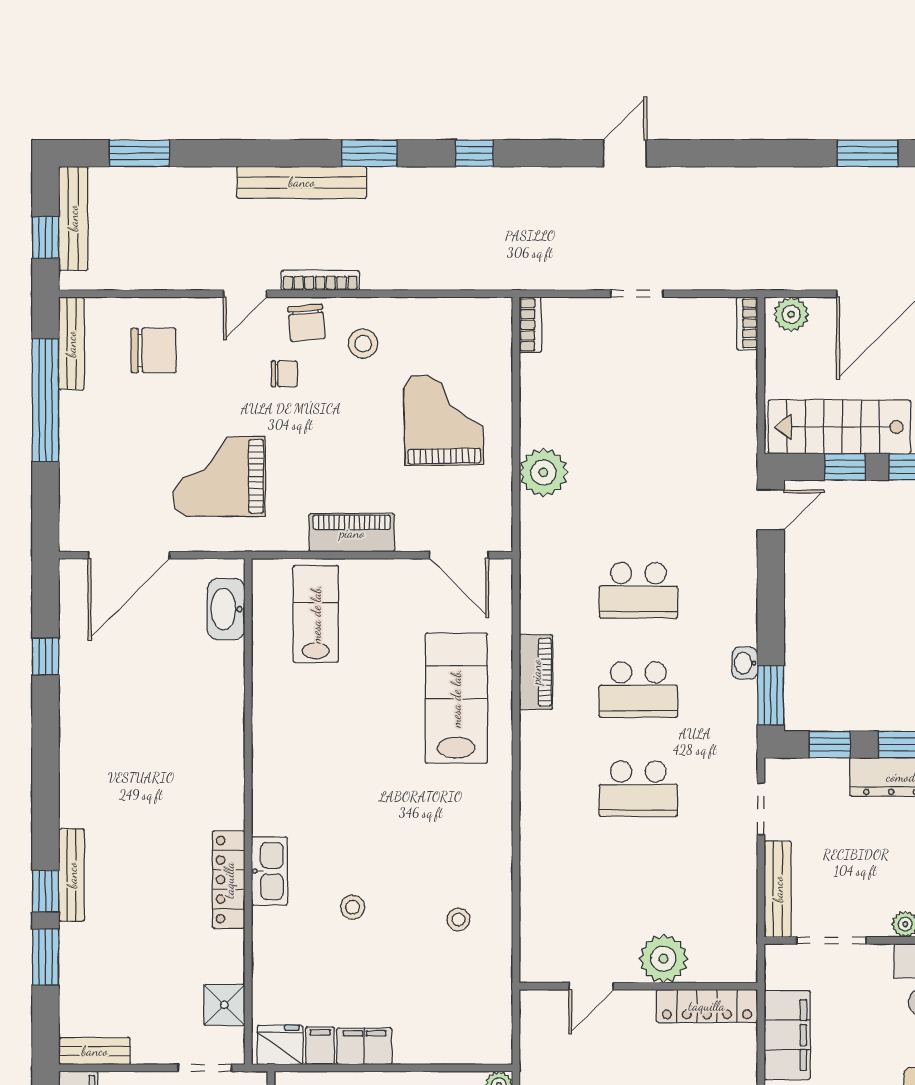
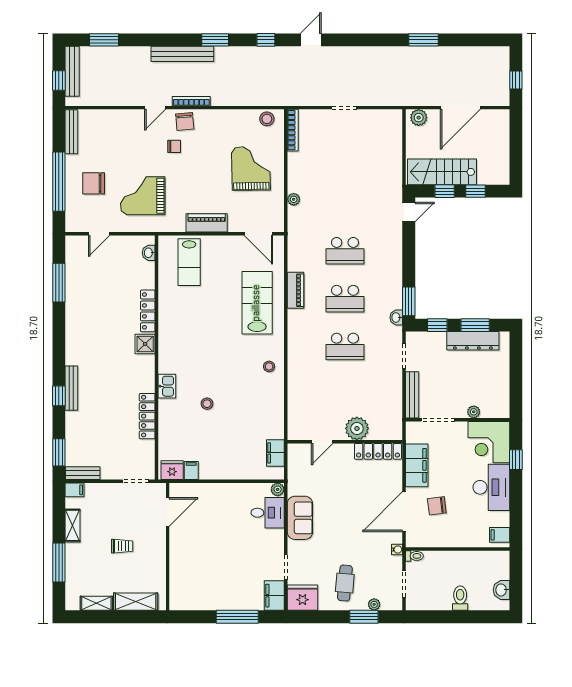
door: (625, 153) -> (311, 40), moved
window: (868, 153) -> (424, 40), moved
bookcase: (747, 323) -> (397, 122), removed
bookcase: (530, 325) -> (293, 130), width x1.56
stool: (363, 344) -> (267, 119), moved
chair: (154, 350) -> (94, 183), moved, turned 180
window: (46, 400) -> (59, 182), moved
plant: (543, 472) -> (294, 199), width x0.53, depth x0.53
door: (129, 555) -> (99, 234), width x0.53
washbasin: (226, 609) -> (149, 253), width x0.52, depth x0.69
lab bench: (316, 614) -> (189, 262), turned 180
window: (46, 656) -> (59, 283), width x2.17
washbasin: (745, 663) -> (396, 317), moved
locker: (230, 715) -> (148, 311), added
kitchen sink: (269, 871) -> (167, 386), width x0.73
locker: (229, 880) -> (147, 416), moved
stool: (458, 919) -> (269, 366), moved
window: (46, 957) -> (59, 452), moved
shower: (224, 1005) -> (145, 344), moved
filing cabinet: (364, 1046) -> (275, 453), moved, turned -90

